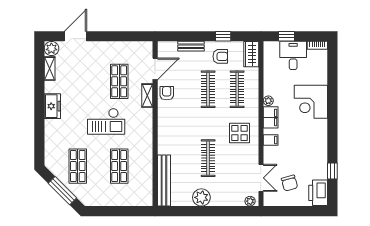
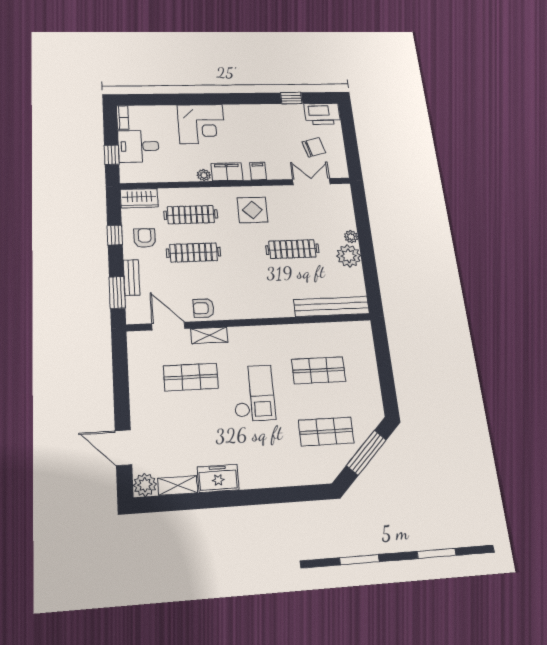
window: (181, 36) -> (117, 293), added
freezer: (52, 106) -> (218, 478), moved
plant: (250, 201) -> (351, 237), moved

